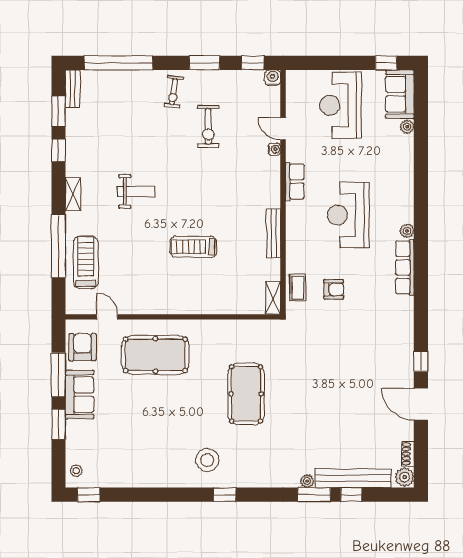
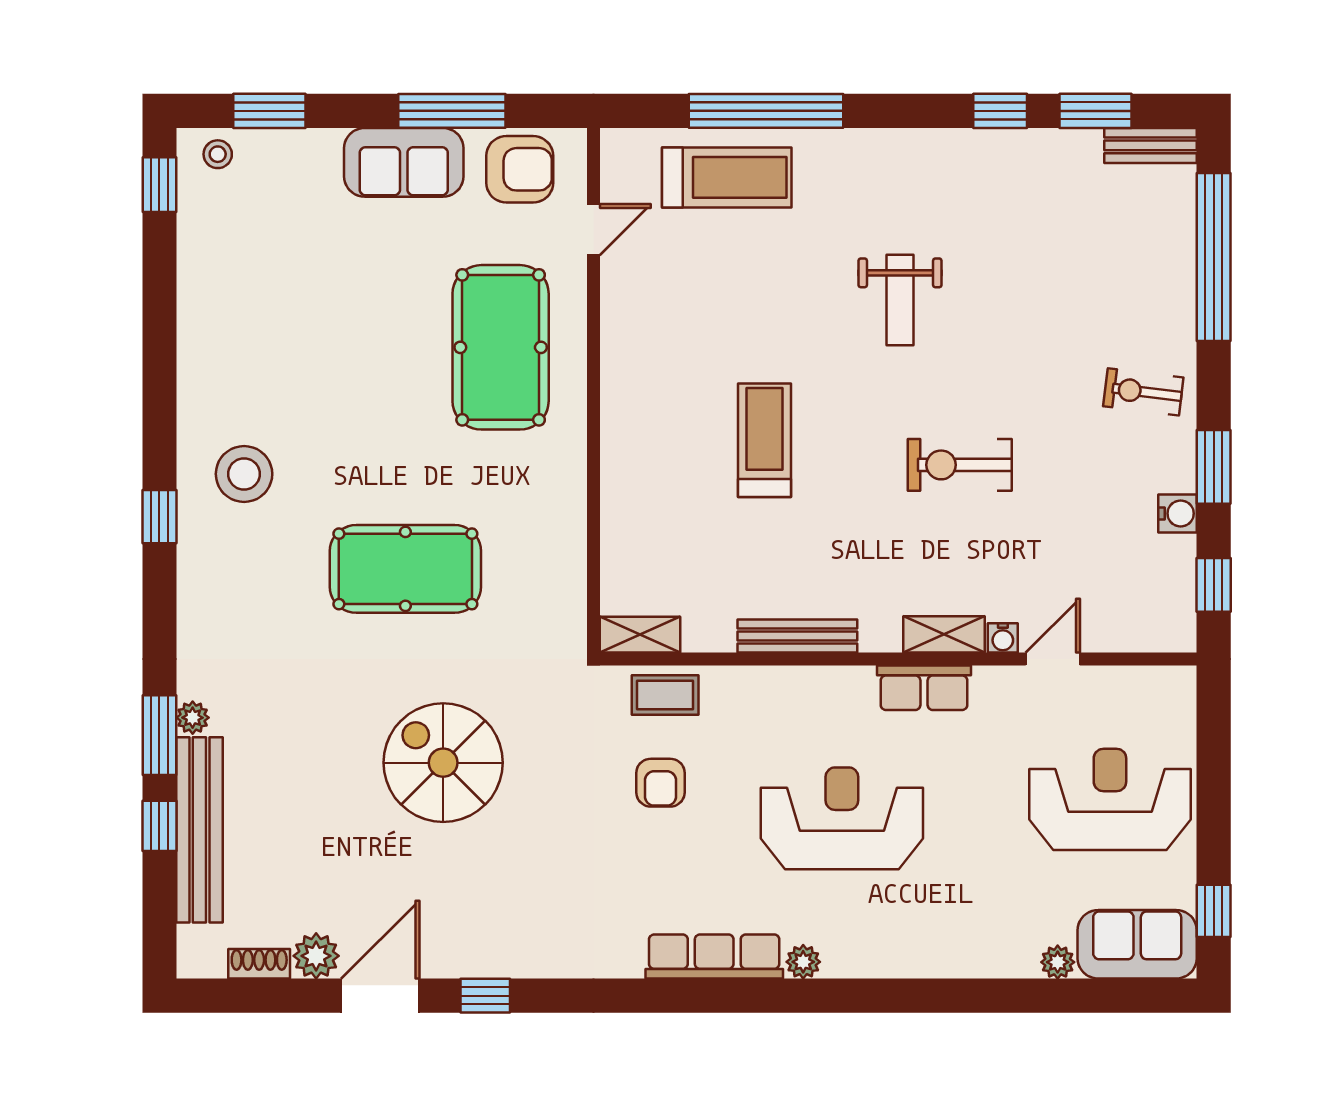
water cooler: (273, 78) -> (1178, 513), moved
exercise bike: (208, 126) -> (960, 465), moved
shelving: (73, 194) -> (944, 634), moved
spiral stairs: (325, 378) -> (443, 763), added
window: (58, 424) -> (269, 111), moved
plant: (405, 477) -> (316, 956), moved

